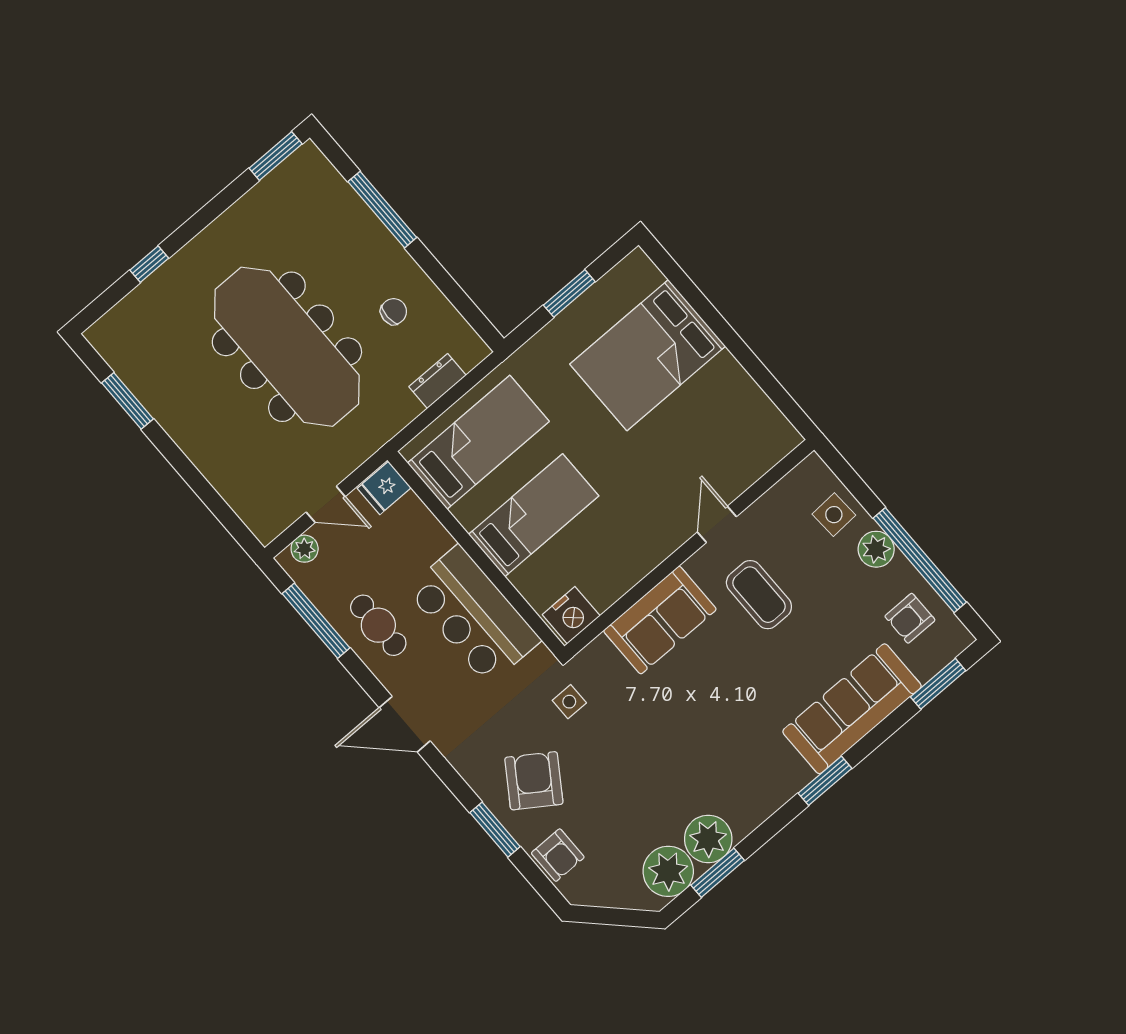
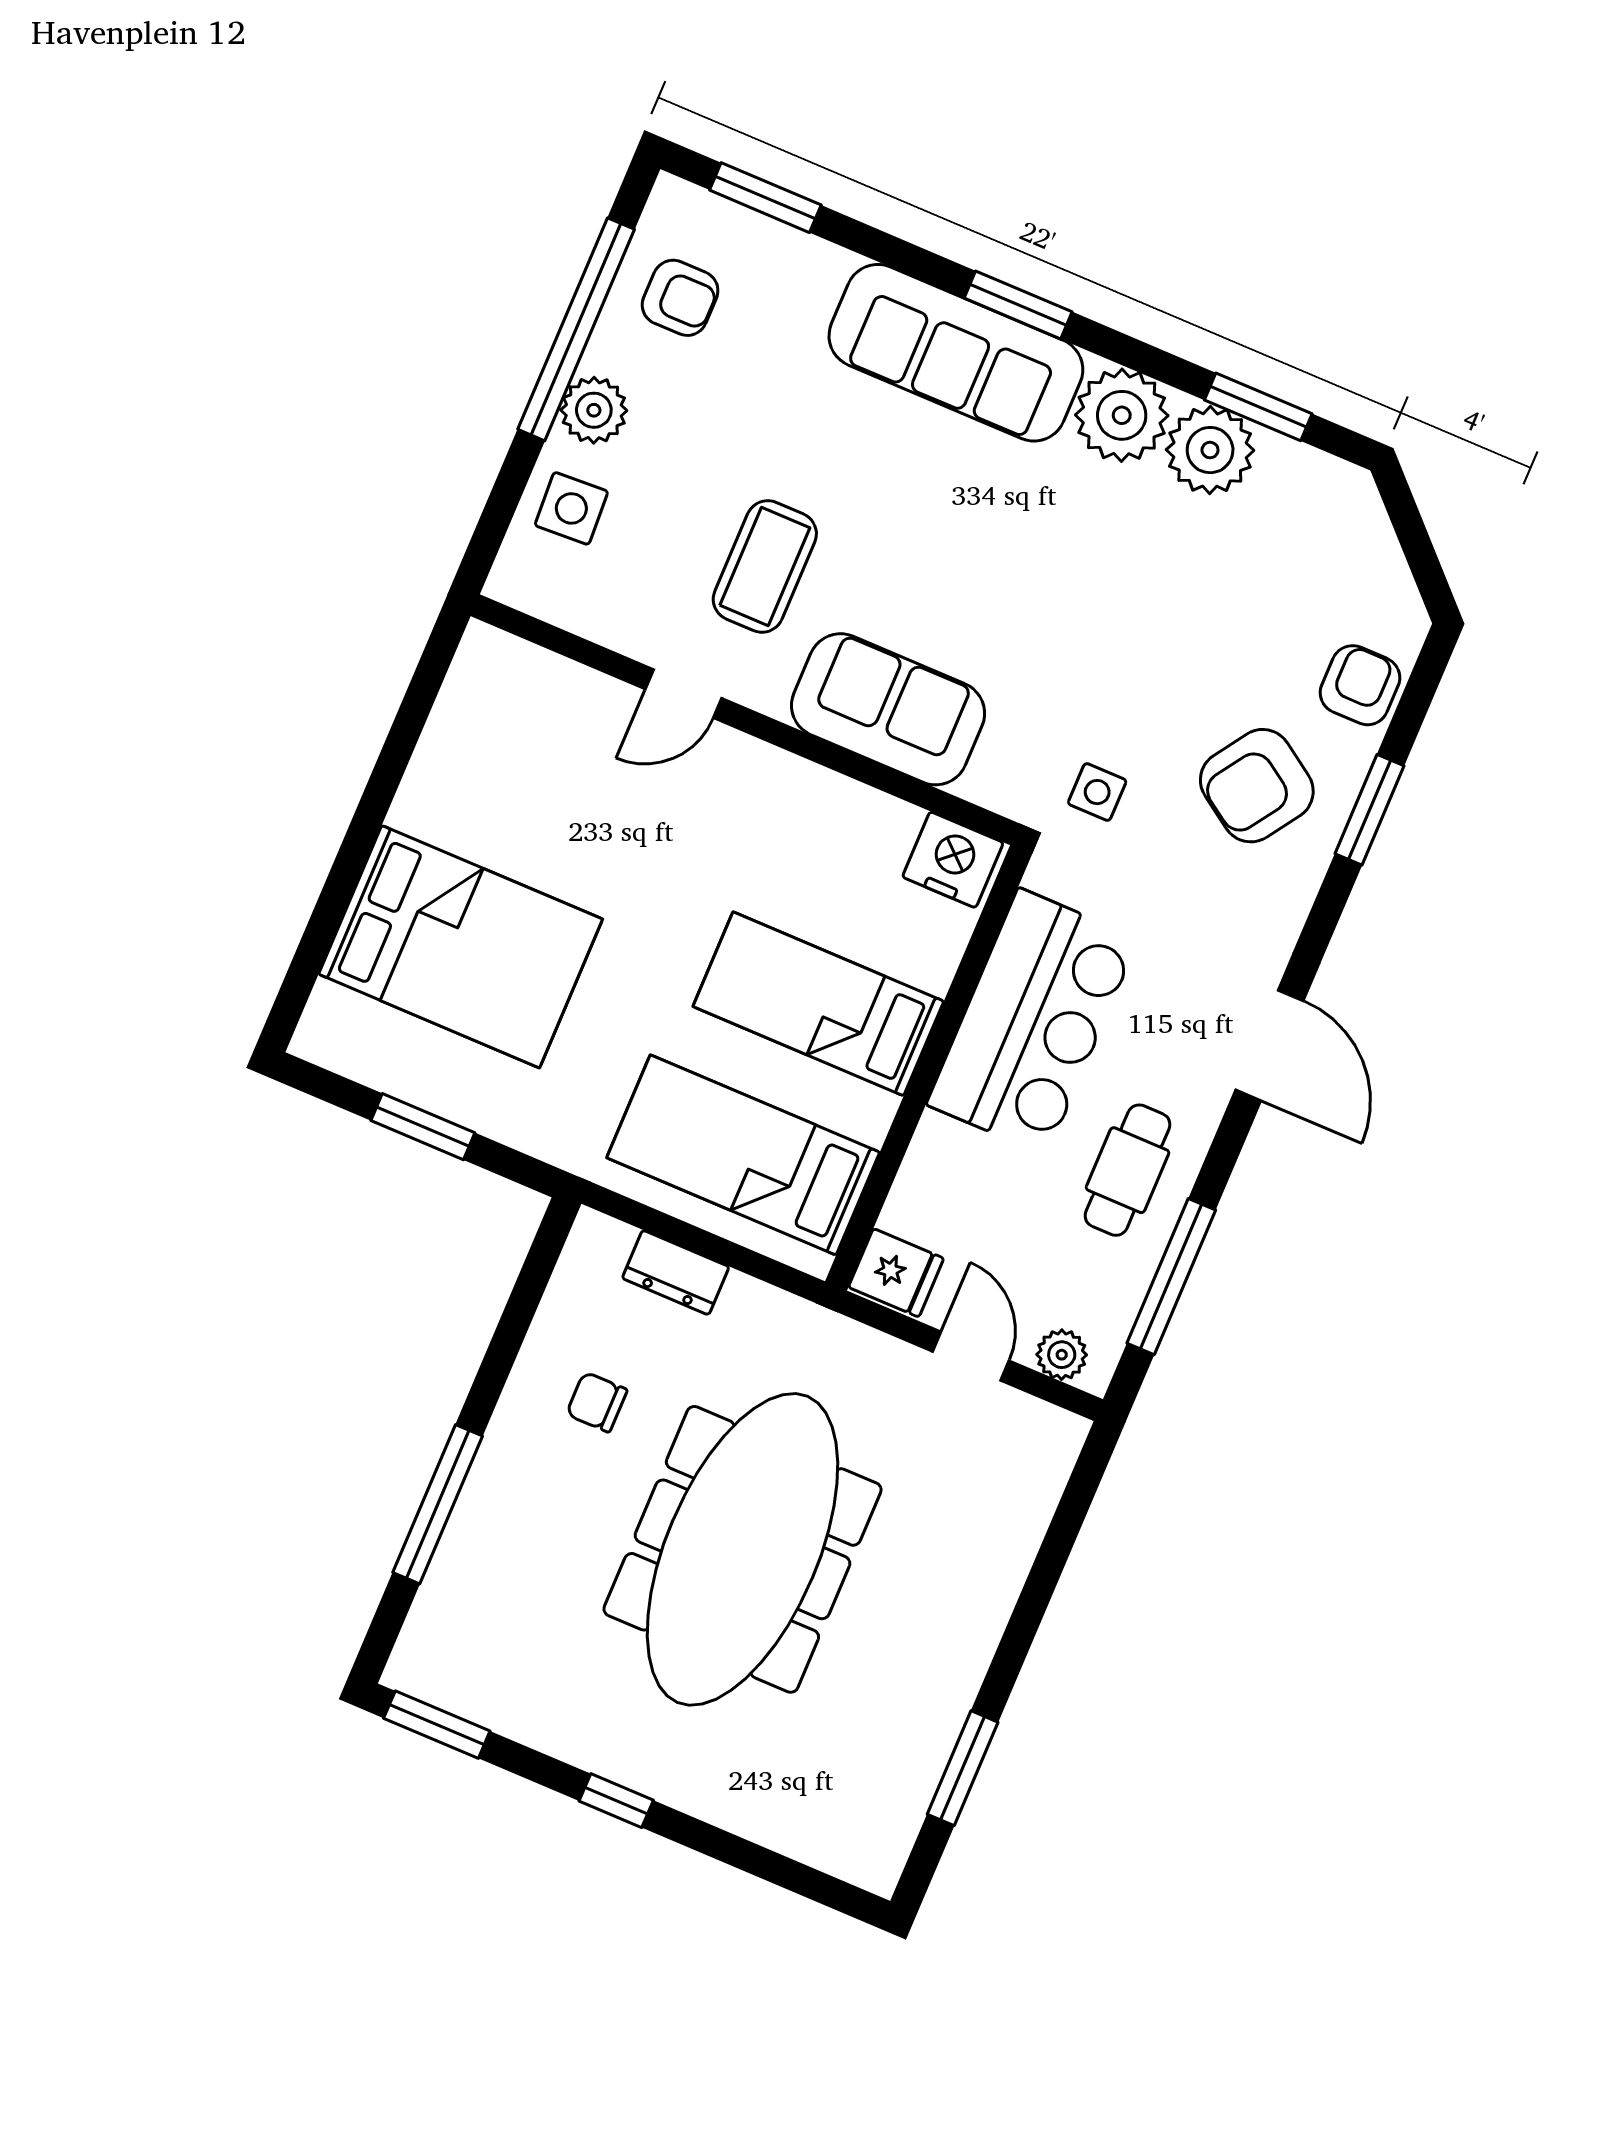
window: (149, 264) -> (616, 1801), moved
sofa: (852, 709) -> (956, 353), moved
plant: (668, 871) -> (1122, 415), moved

